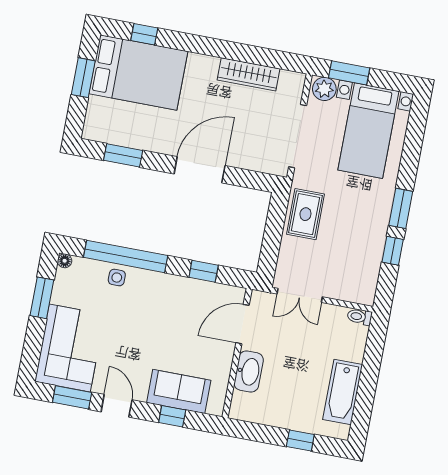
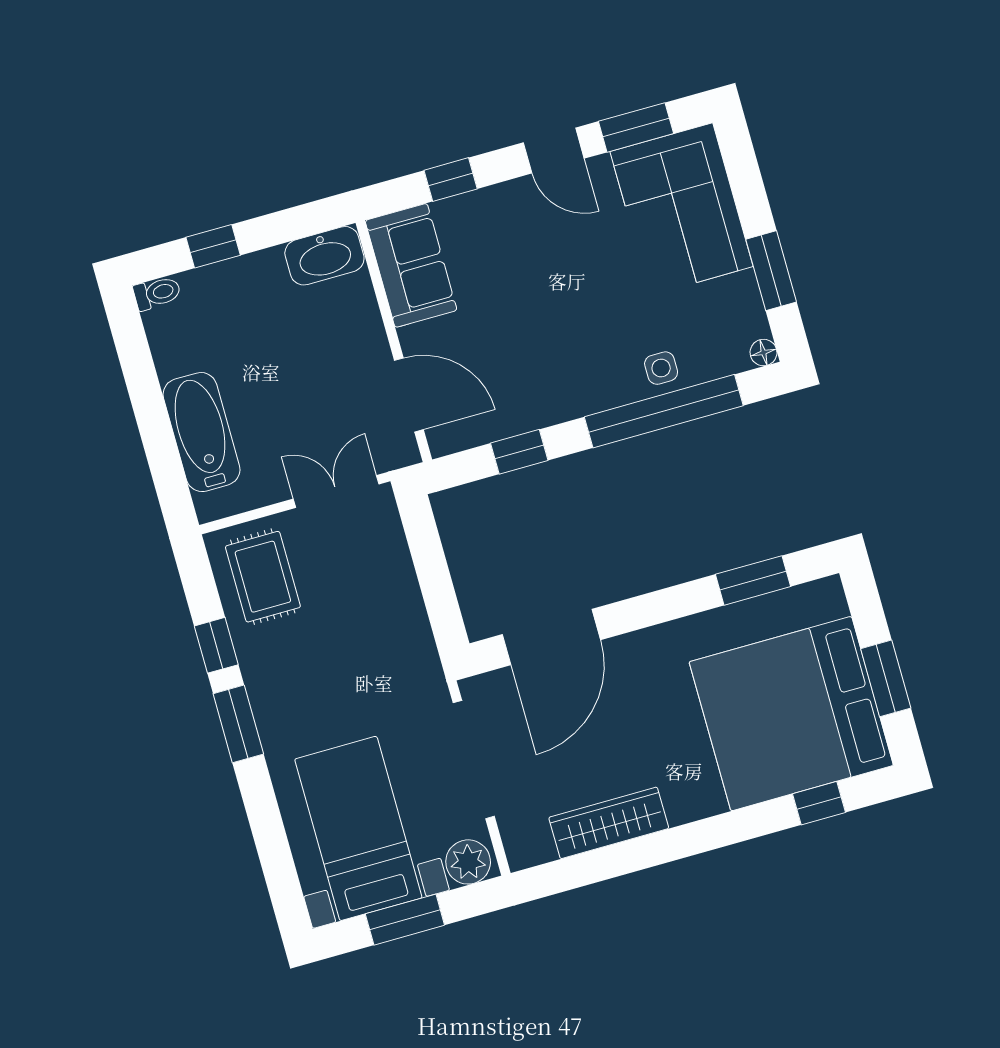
bed: (138, 72) -> (791, 714), width x1.36
window: (349, 73) -> (405, 920), moved
door: (200, 170) -> (551, 637), moved
rug: (305, 214) -> (263, 577), moved
toilet: (360, 317) -> (157, 293), moved
door: (243, 324) -> (409, 395), hinge flipped
washbasin: (249, 372) -> (324, 256), moved, turned -90
sofa: (179, 391) -> (411, 265), moved, turned -90
bathtub: (343, 392) -> (202, 432), moved

